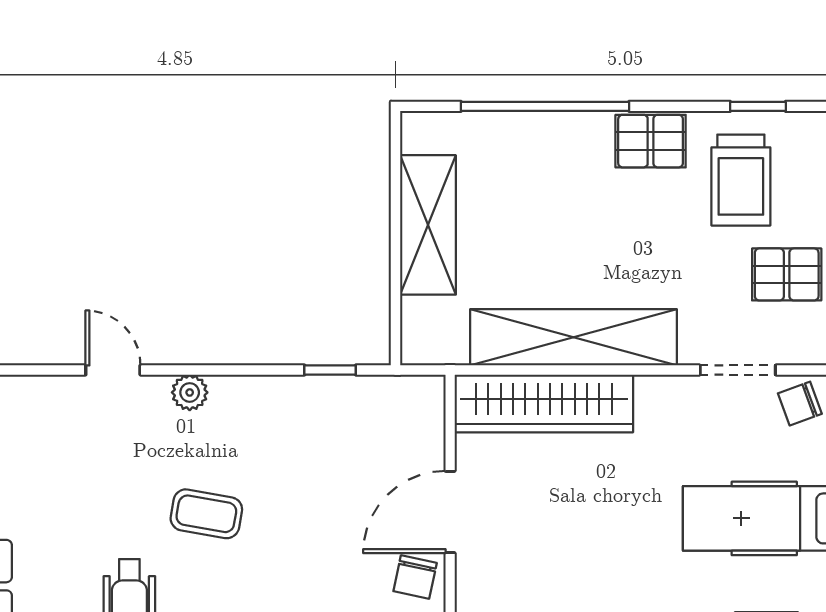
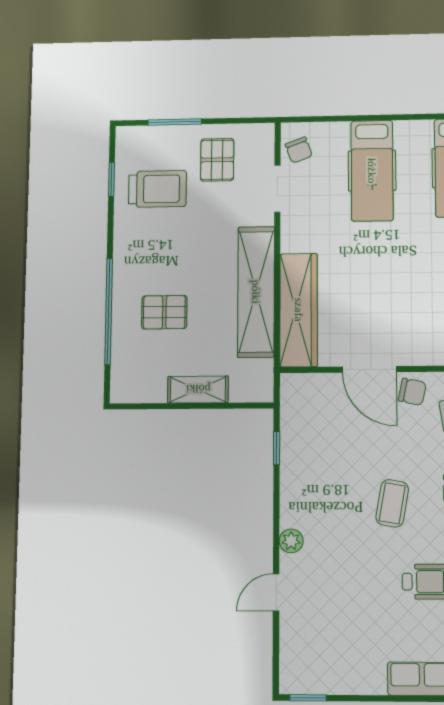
pallet: (651, 141) -> (164, 312), moved, turned 90
shelving: (428, 225) -> (198, 389), width x0.67, depth x0.75
coffee table: (206, 514) -> (392, 503), moved

